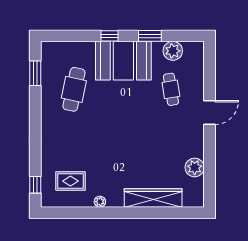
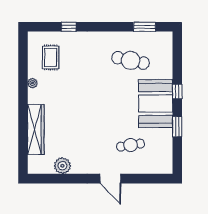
plant: (173, 51) -> (164, 147), removed
window: (35, 185) -> (69, 27), moved

